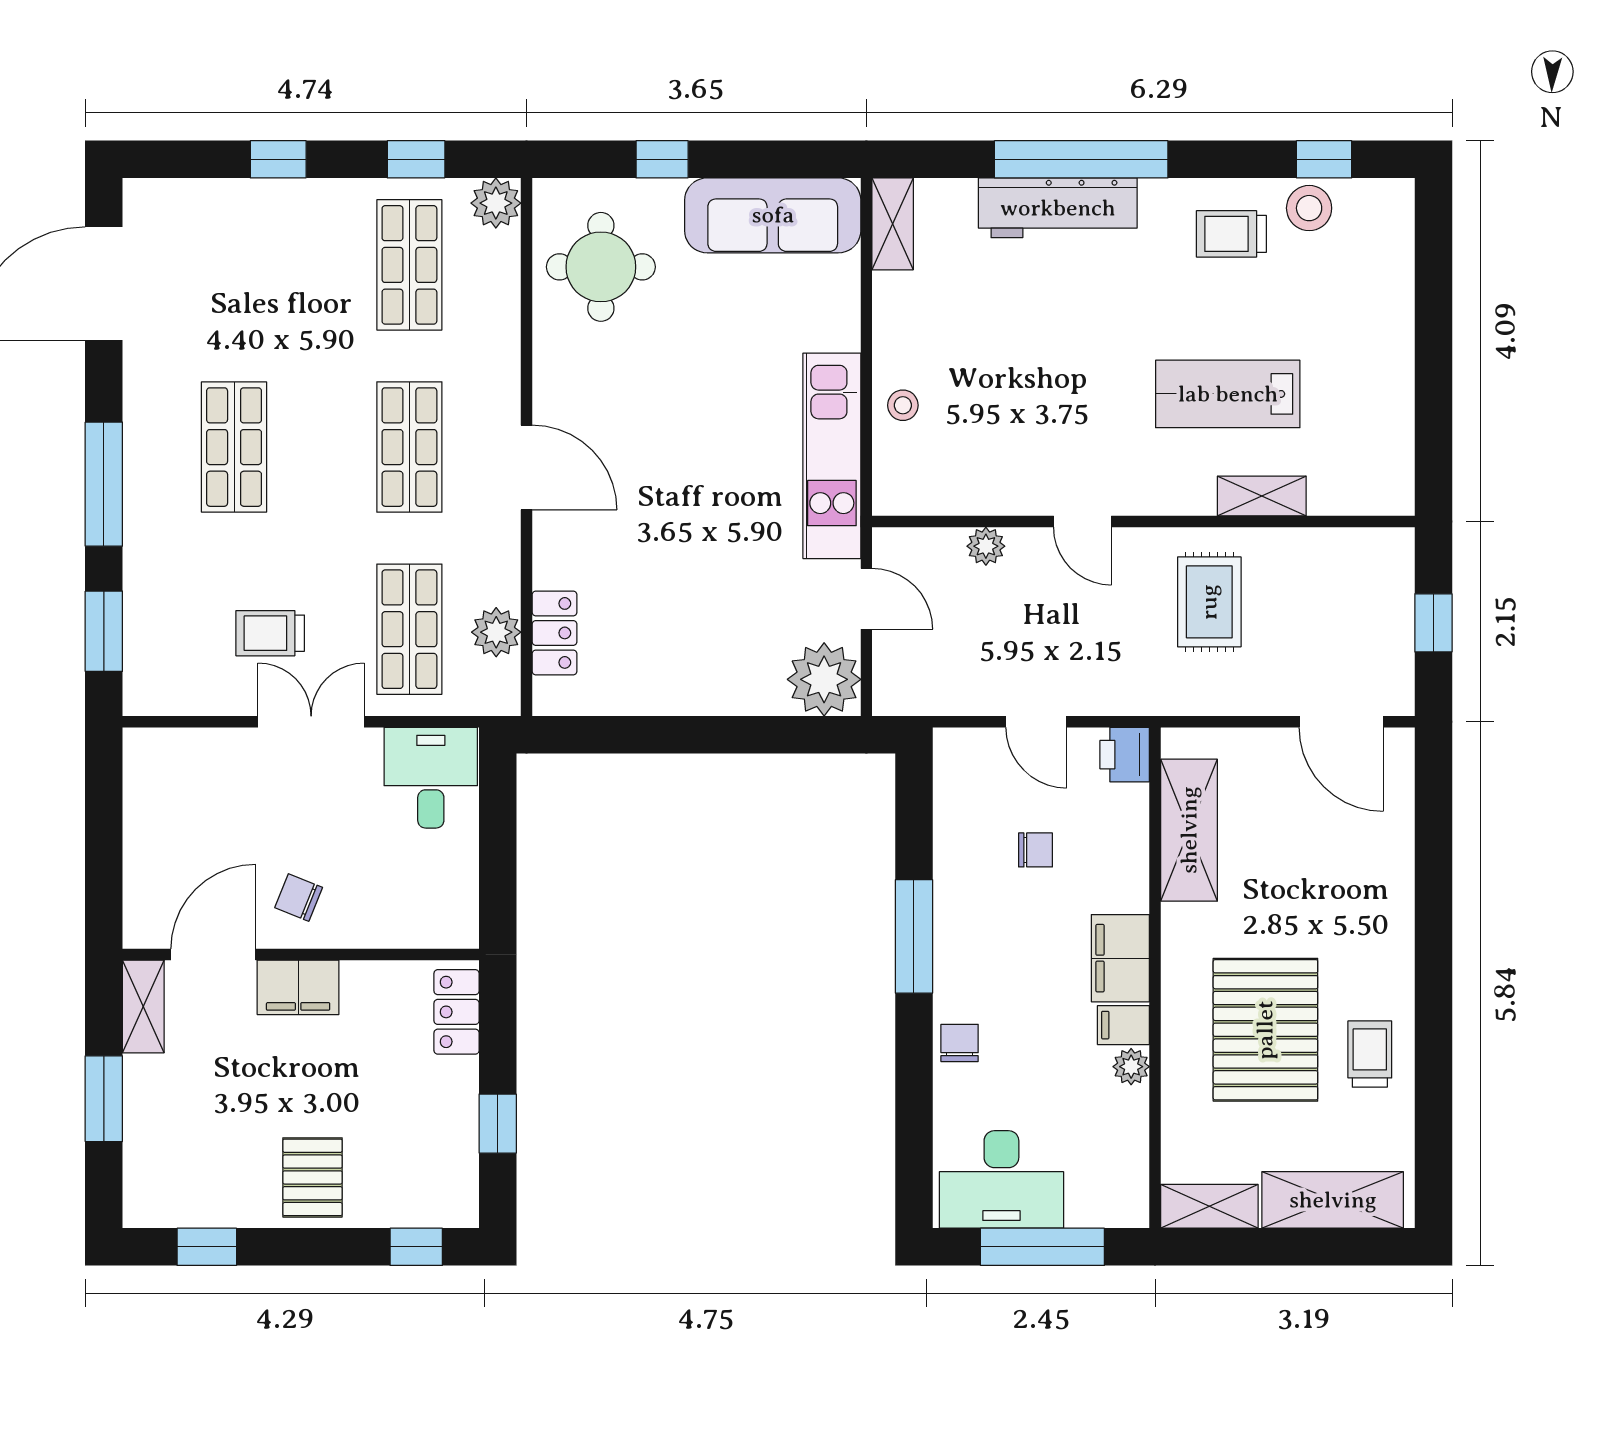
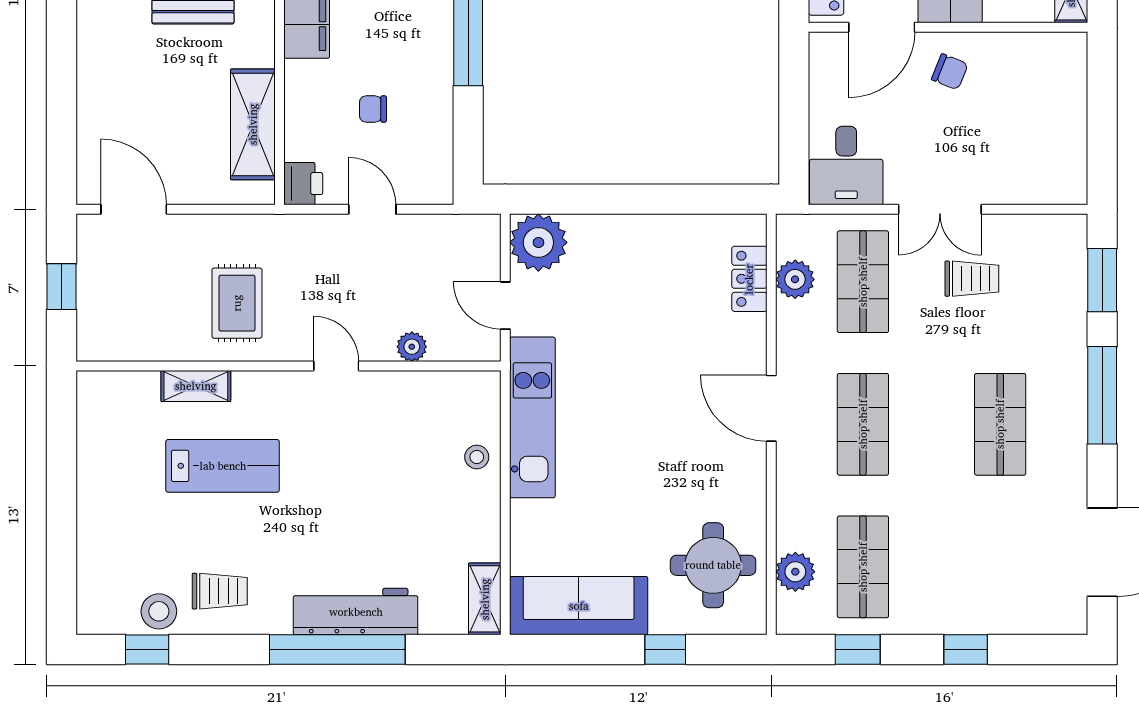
plant: (496, 203) -> (795, 572), moved
door: (213, 955) -> (882, 27), moved

